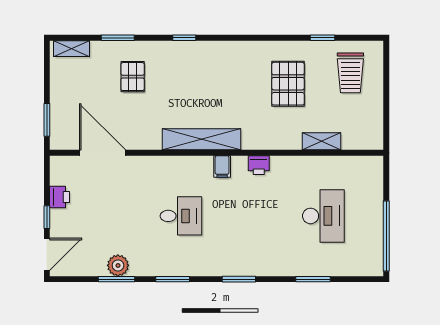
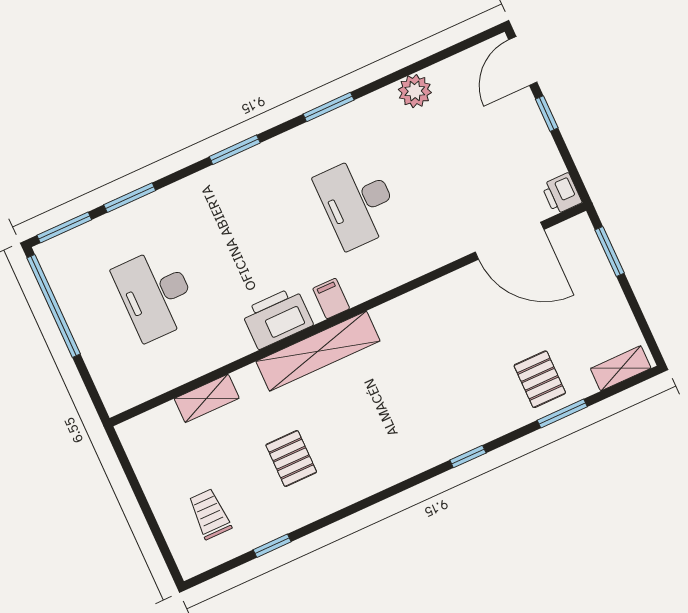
trolley: (350, 73) -> (210, 514), width x0.73, depth x0.72
pallet: (133, 77) -> (540, 379), moved
pallet: (288, 84) -> (291, 458), width x0.67, depth x0.71
shelving: (201, 139) -> (318, 351), moved
printer: (259, 165) -> (277, 318), width x1.87, depth x1.48
printer: (60, 197) -> (562, 194), moved
desk: (181, 216) -> (358, 202), width x1.37
window: (116, 279) -> (64, 227), moved

